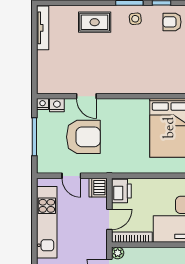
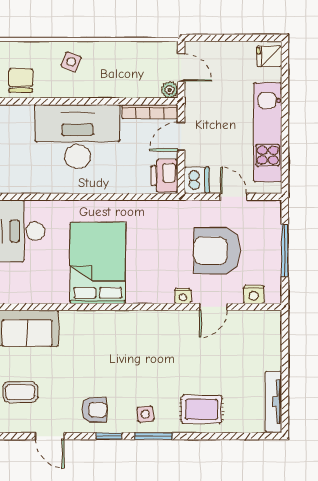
door: (86, 96) -> (213, 307), swing flipped
nightstand: (43, 104) -> (183, 296), moved

